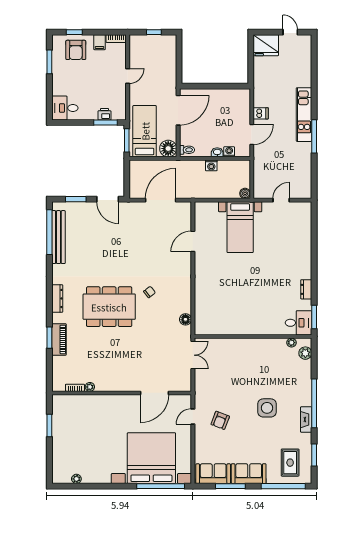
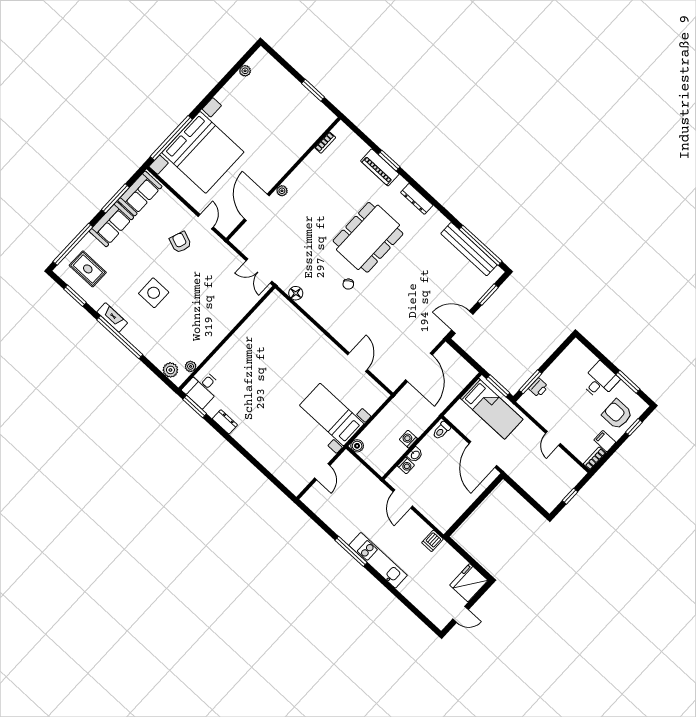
desk: (65, 108) -> (600, 381), moved
dishwasher: (261, 113) -> (432, 541), moved
floor lamp: (168, 149) -> (458, 415), removed
plant: (90, 387) -> (282, 191), moved

